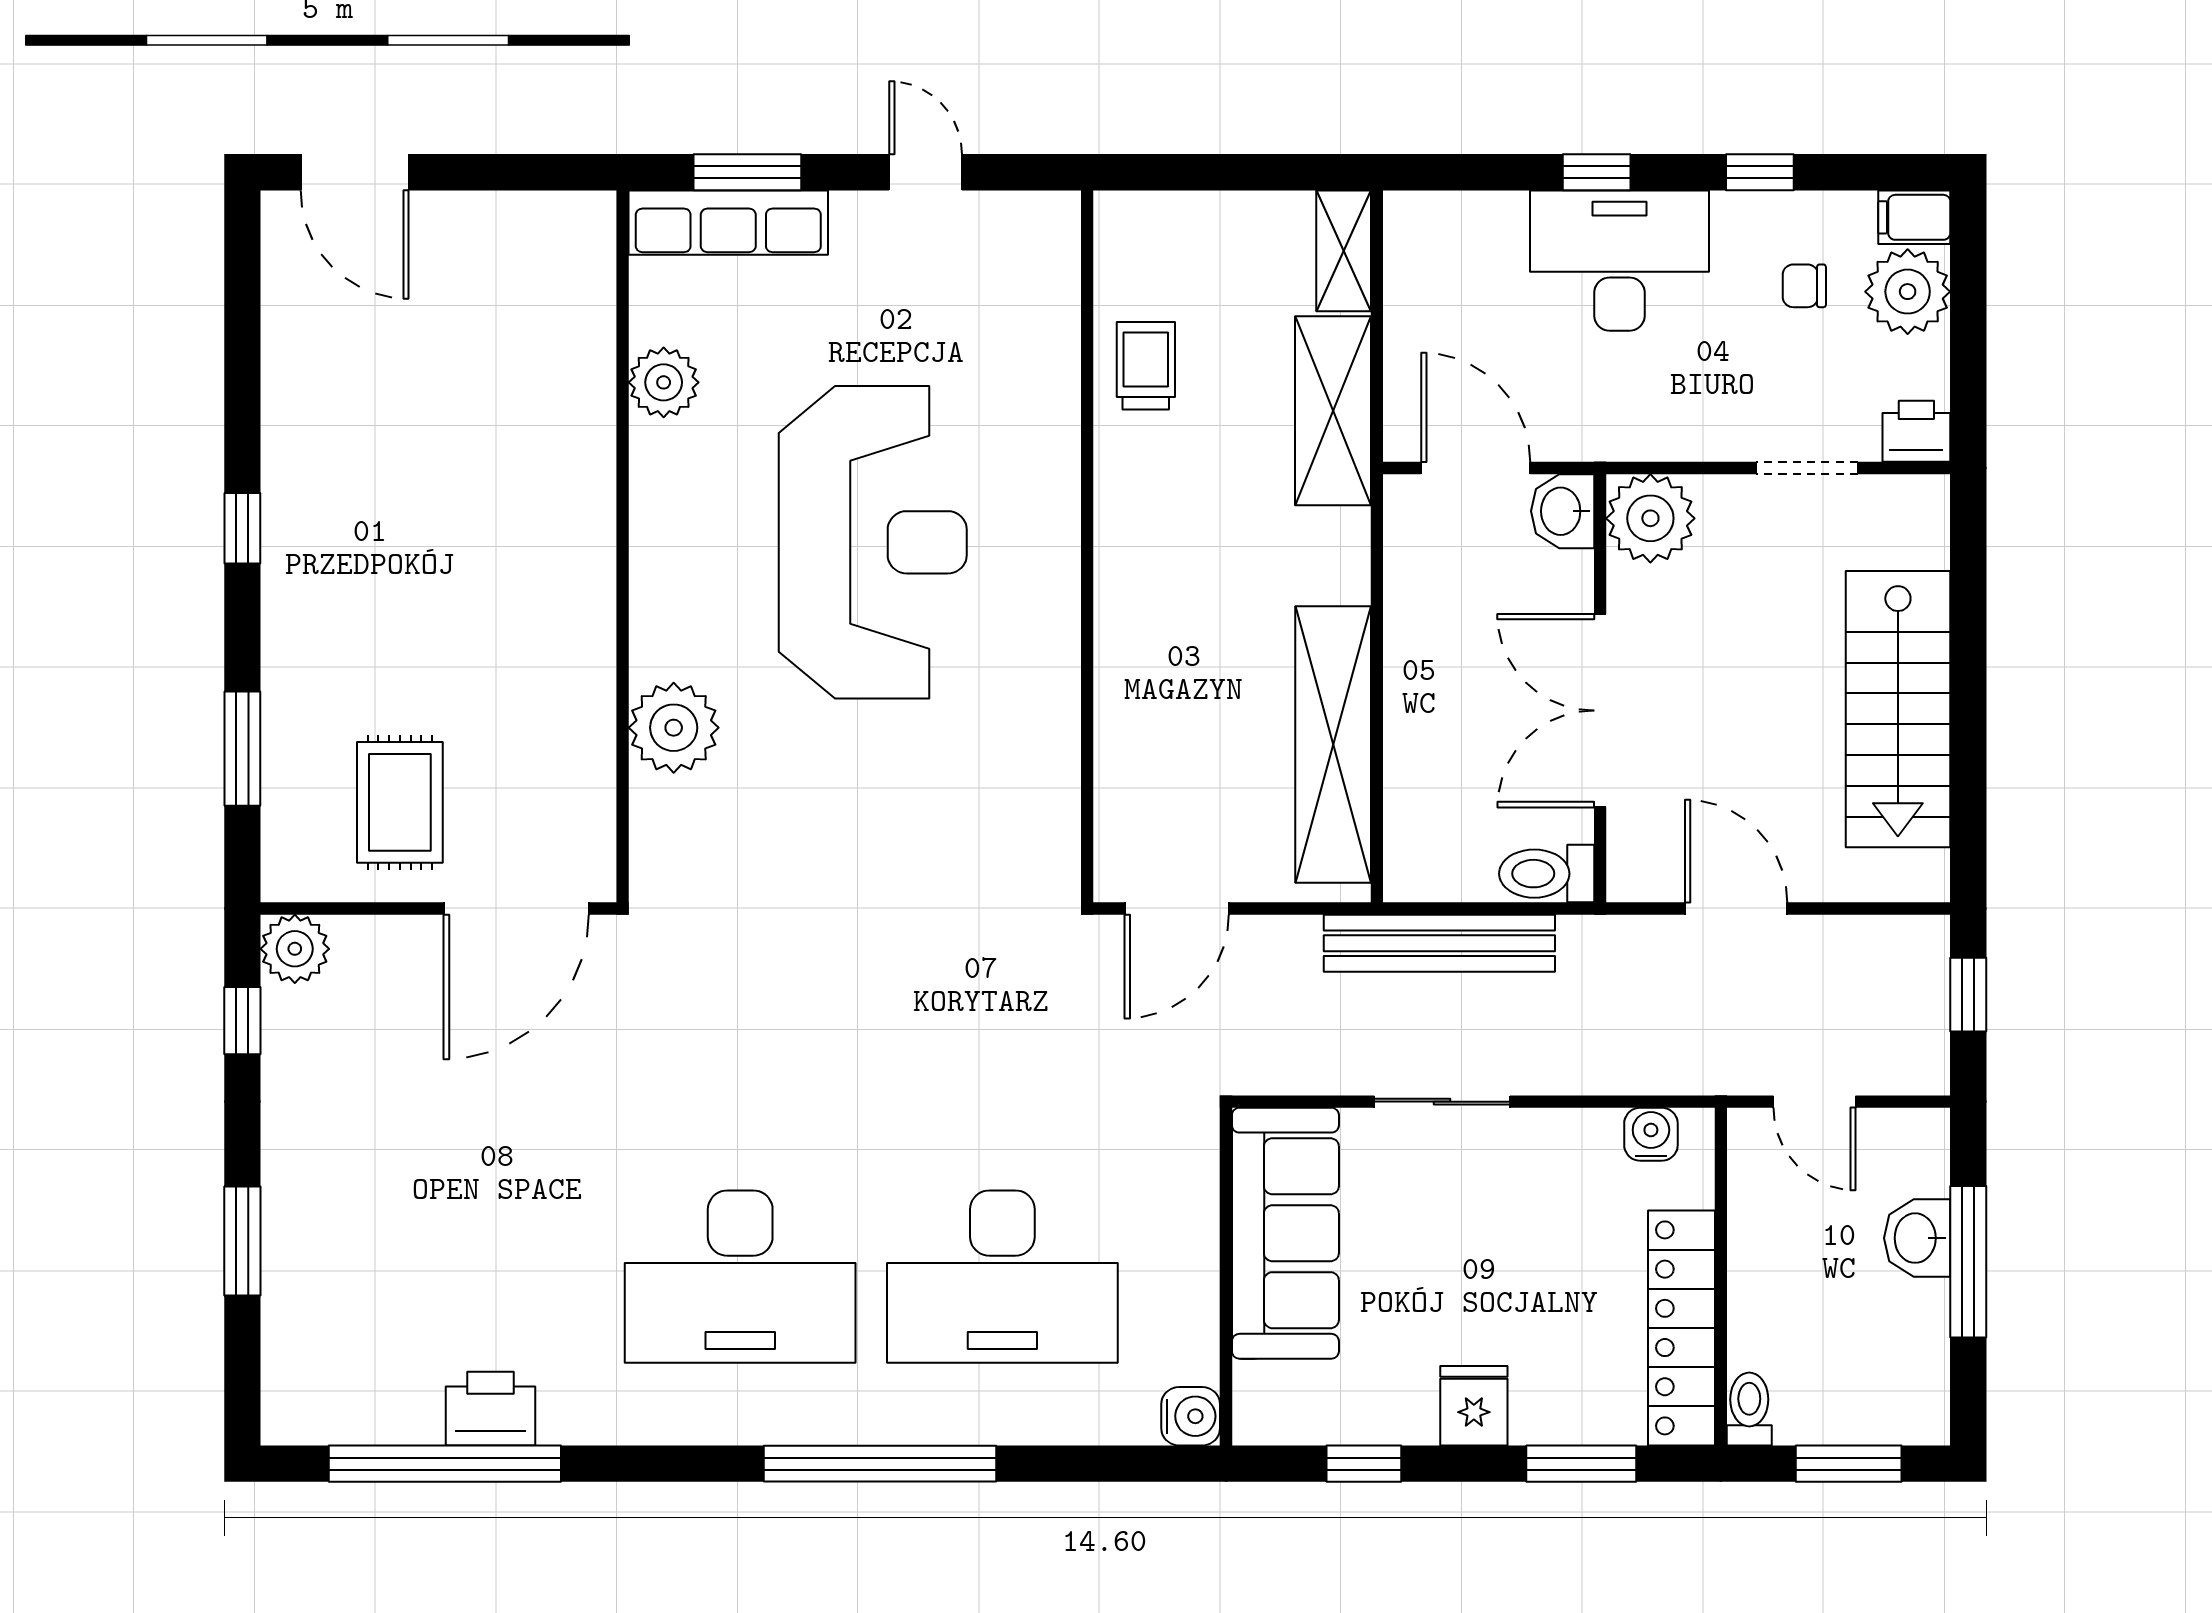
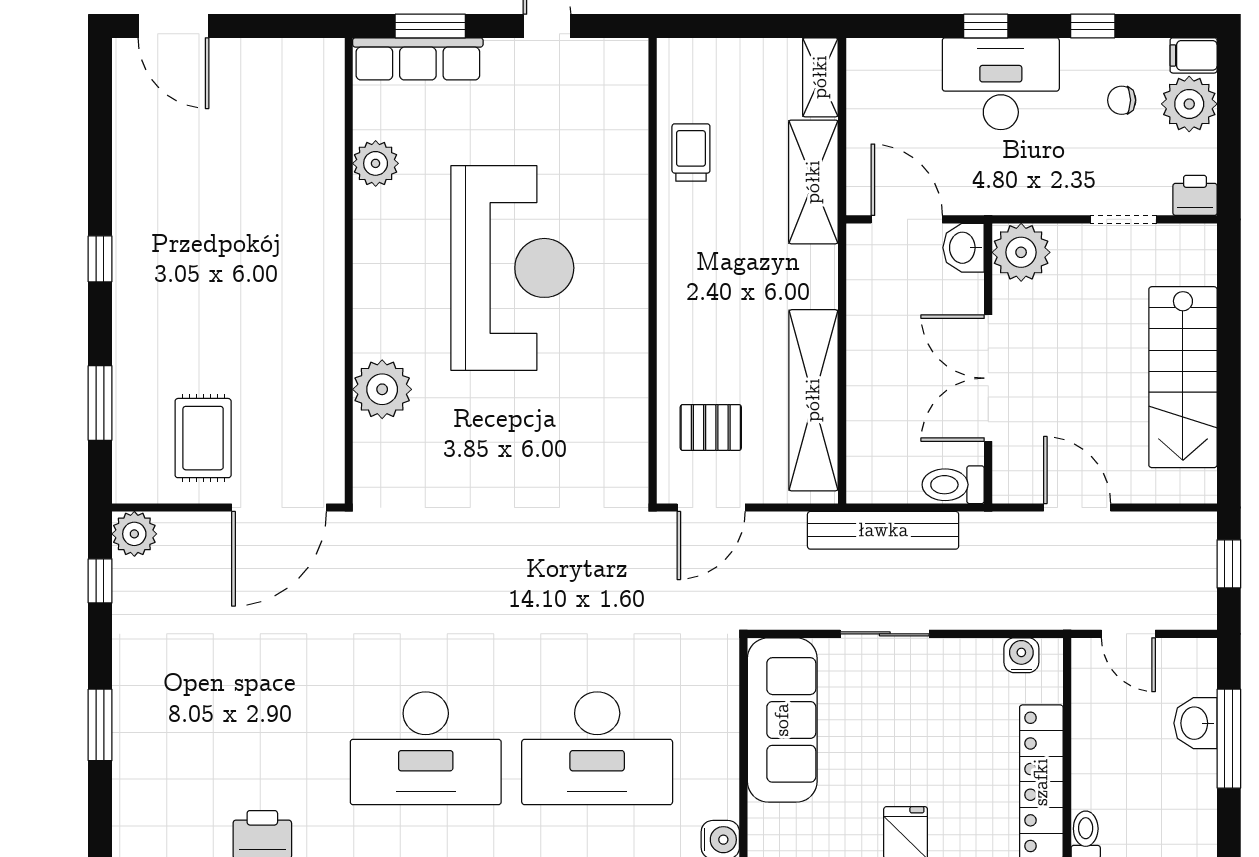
pallet: (1176, 786) -> (711, 427), added

